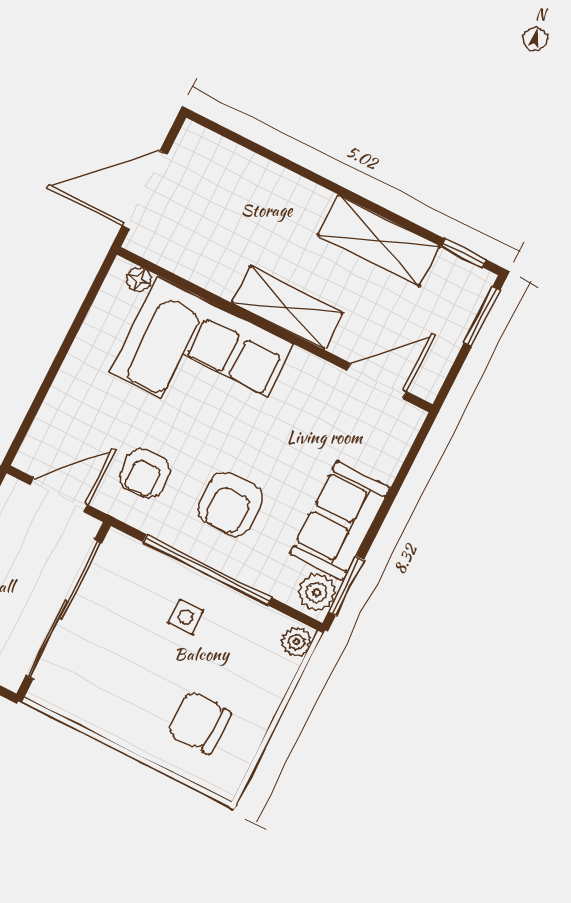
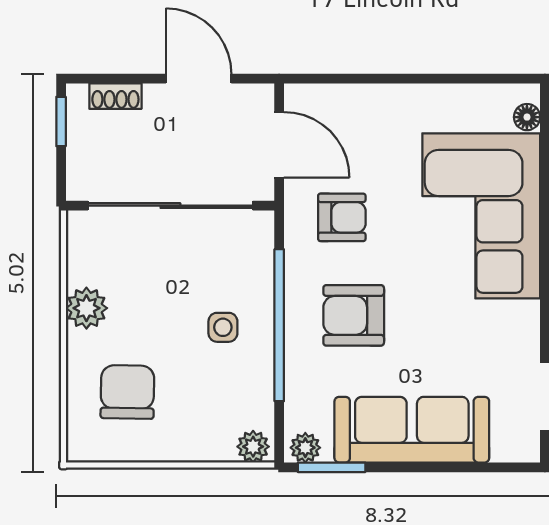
armchair: (145, 473) -> (342, 217), turned 180
sofa: (340, 521) -> (412, 430), width x1.36
plant: (317, 592) -> (305, 448), width x0.73, depth x0.73
plant: (113, 721) -> (86, 308), added

